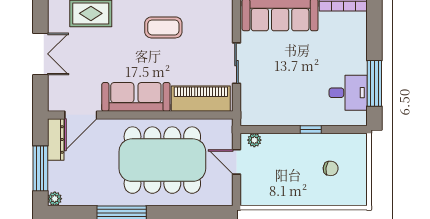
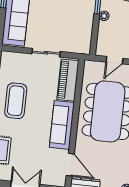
coffee table: (163, 27) -> (16, 101), width x1.36, depth x1.32
plant: (254, 140) -> (104, 16), moved

